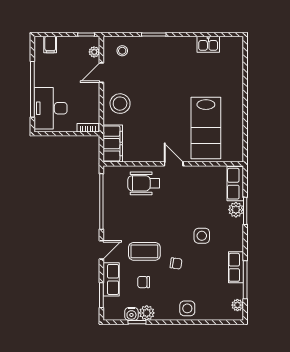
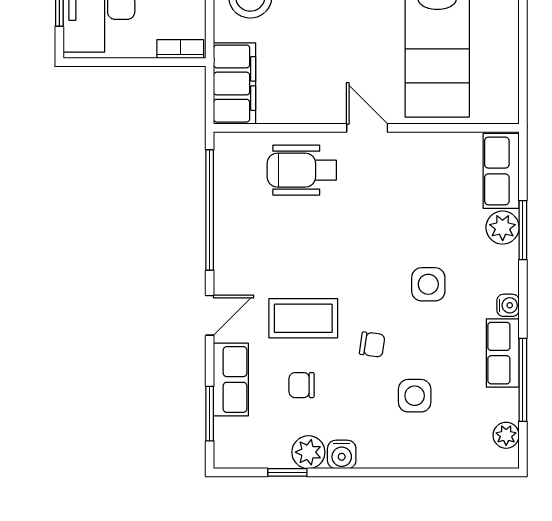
water cooler: (238, 245) -> (508, 305), added
side table: (187, 308) -> (415, 396), moved
water cooler: (131, 314) -> (342, 454), moved

